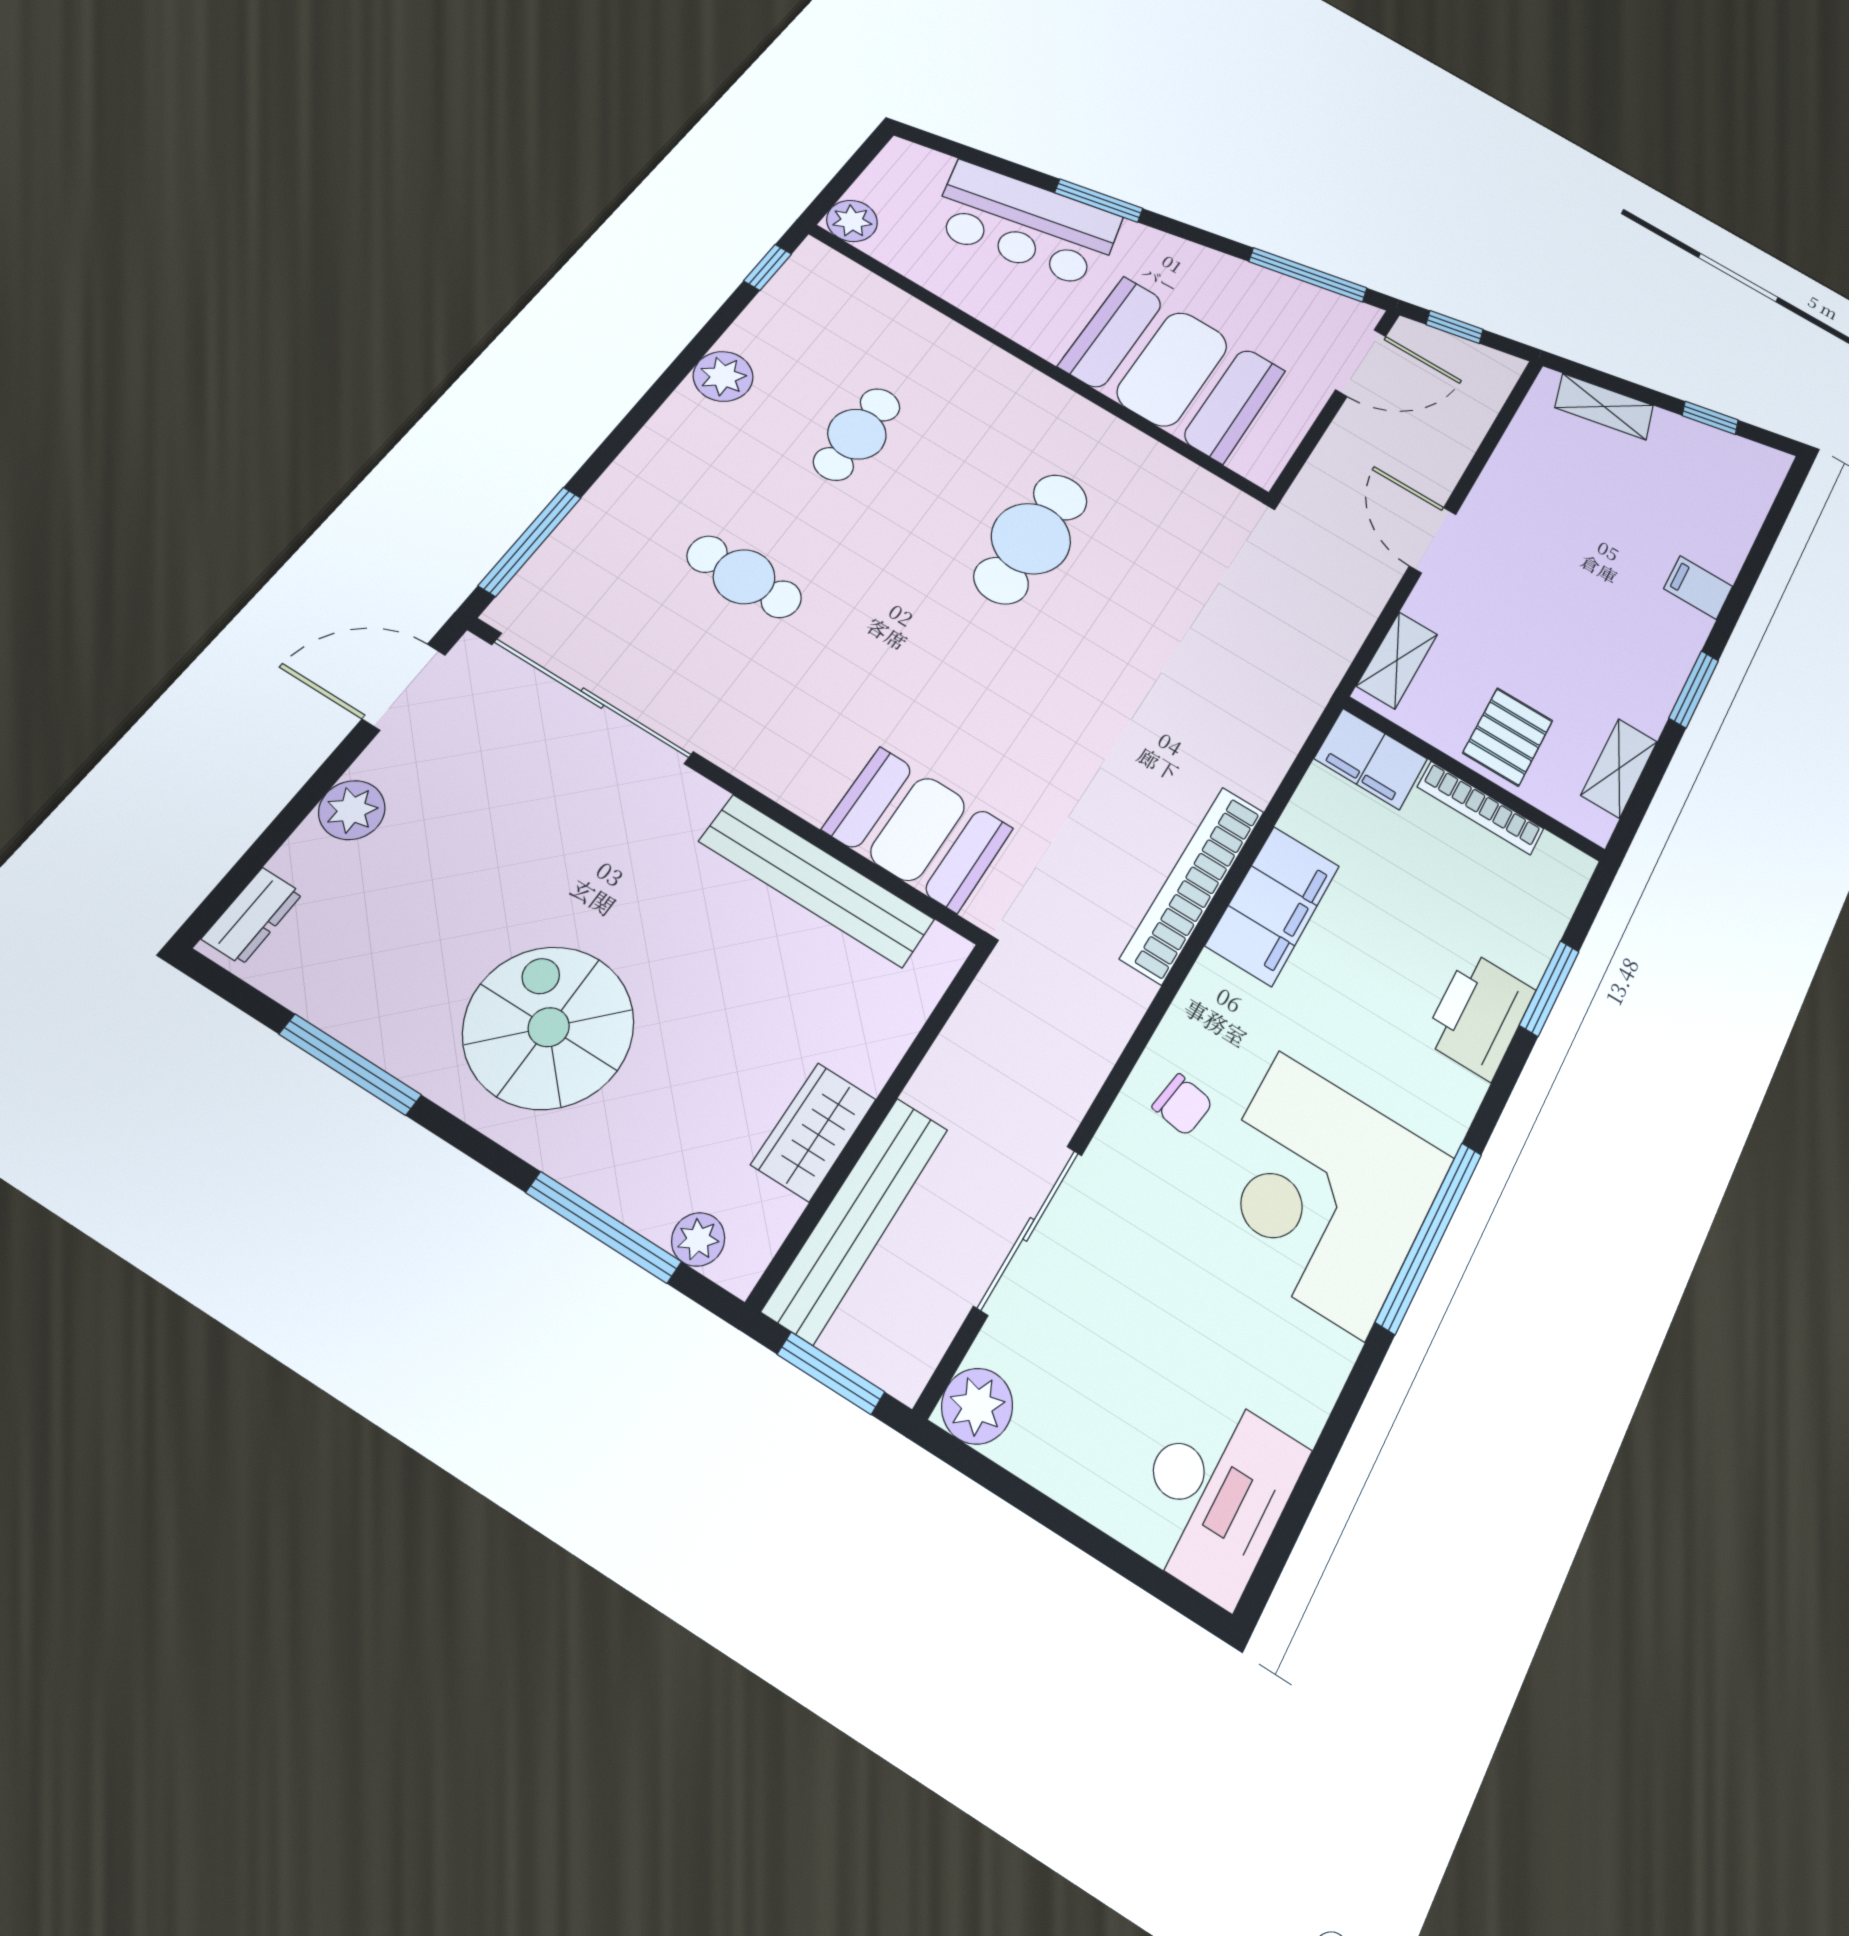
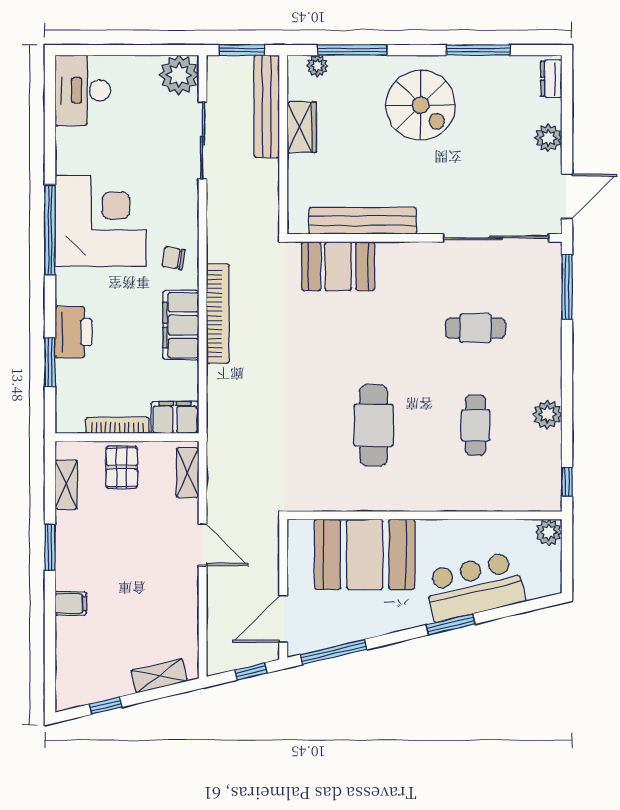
chair: (1183, 1105) -> (174, 258), moved
plant: (977, 1406) -> (179, 75), width x1.36, depth x1.36

